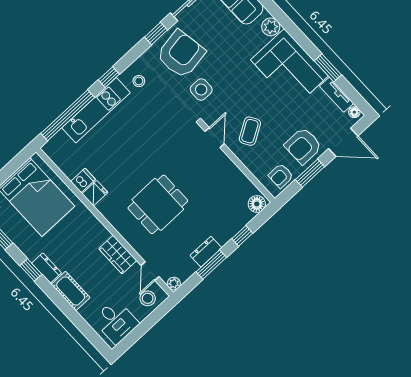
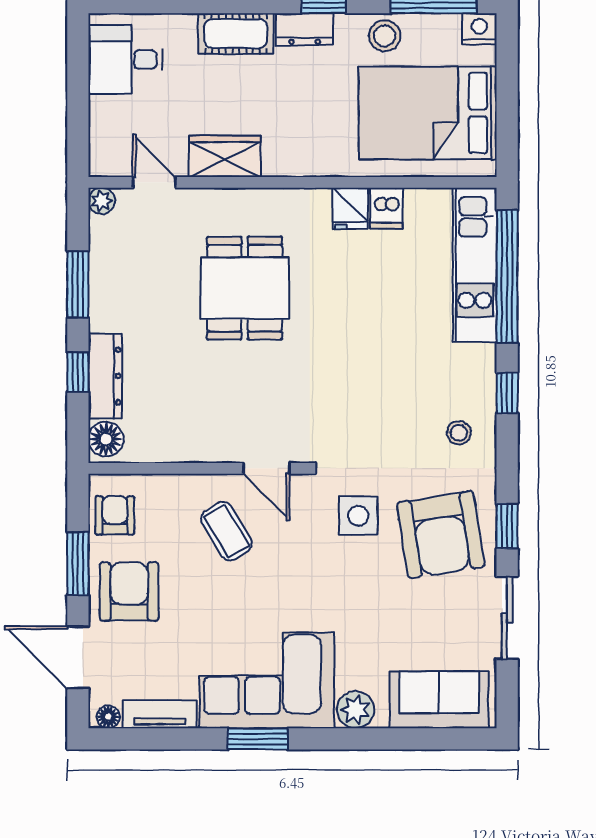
window: (328, 68) -> (258, 739), moved
kitchen unit: (96, 110) -> (475, 265), moved
door: (343, 142) -> (78, 657), hinge flipped
dresser: (206, 252) -> (105, 376), moved, width x1.44
stool: (148, 298) -> (385, 36), moved

